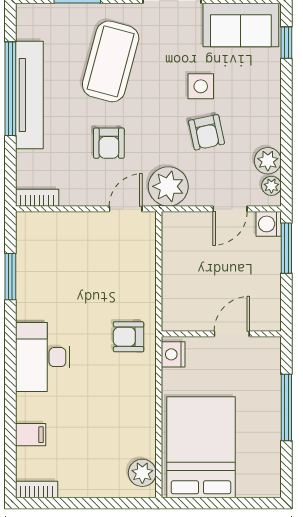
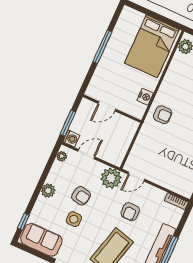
armchair: (207, 132) -> (81, 196), turned 113
armchair: (109, 143) -> (130, 212), turned 180
plant: (268, 161) -> (48, 191), moved
wall: (221, 334) -> (112, 109), moved
door: (232, 334) -> (107, 106), moved

